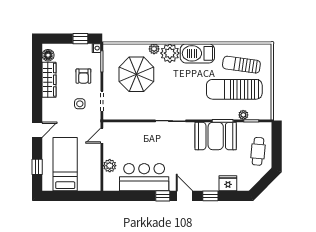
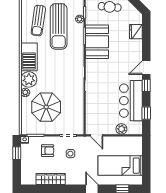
floor lamp: (48, 55) -> (30, 180), removed
window: (210, 196) -> (146, 113), moved

